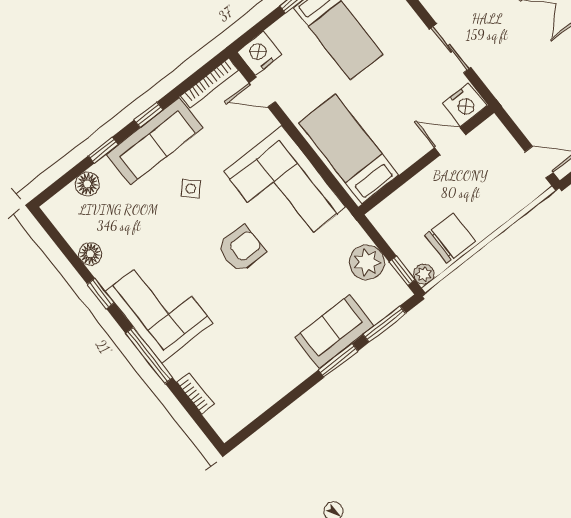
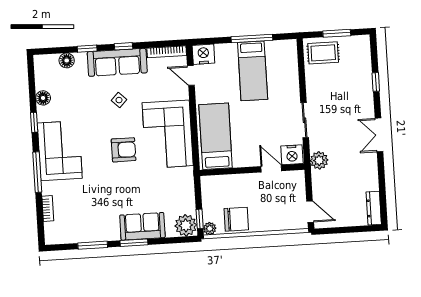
plant: (505, 87) -> (319, 160), added
plant: (367, 262) -> (186, 225), moved
window: (385, 324) -> (93, 245), moved

